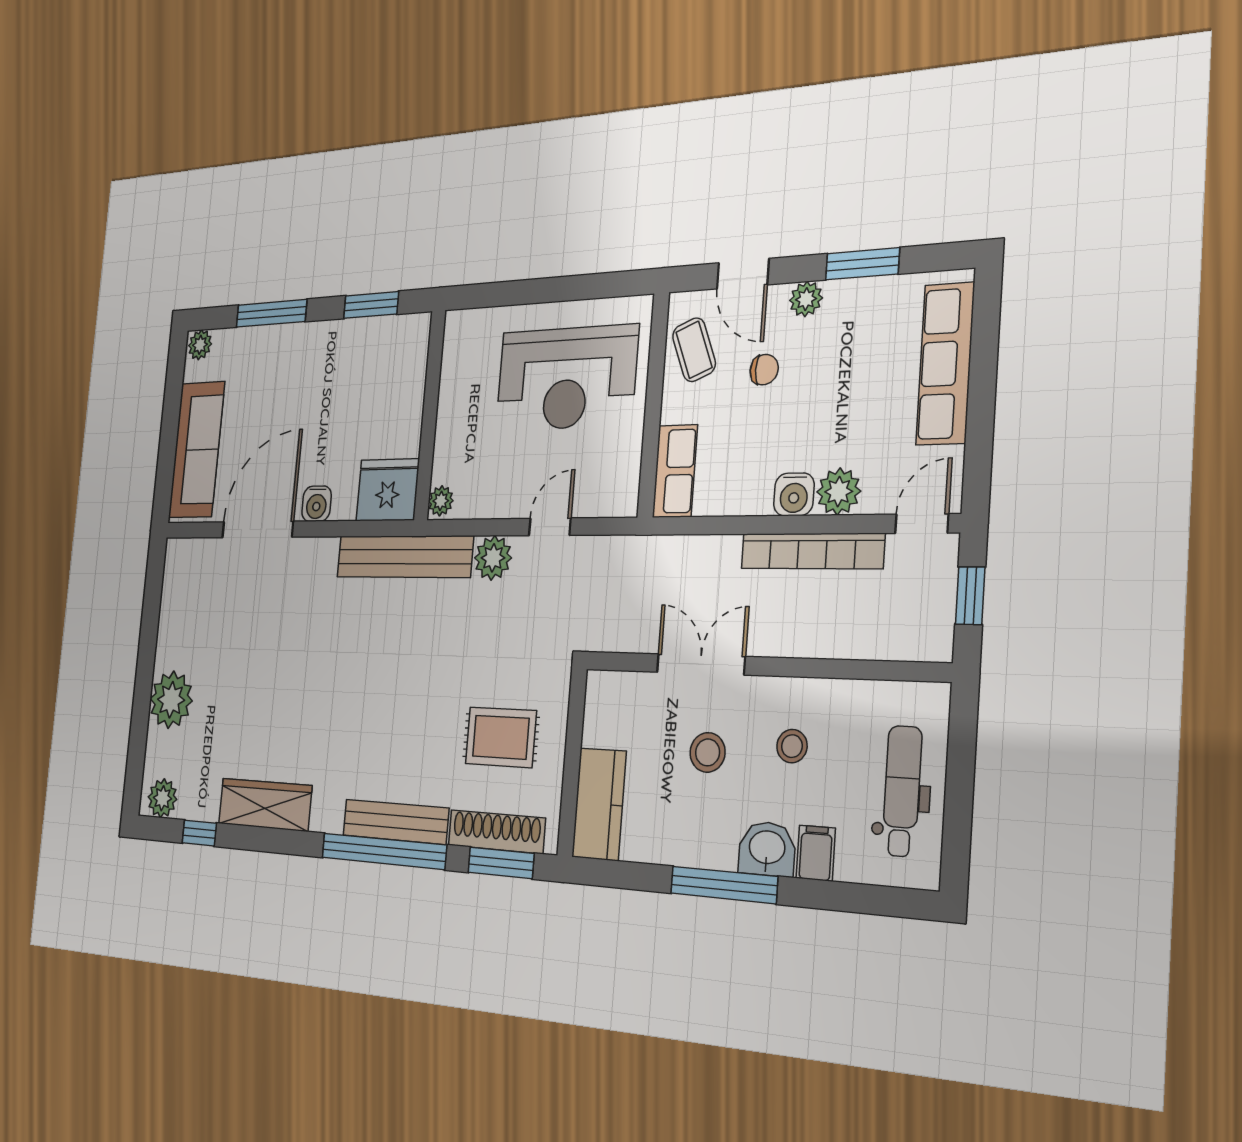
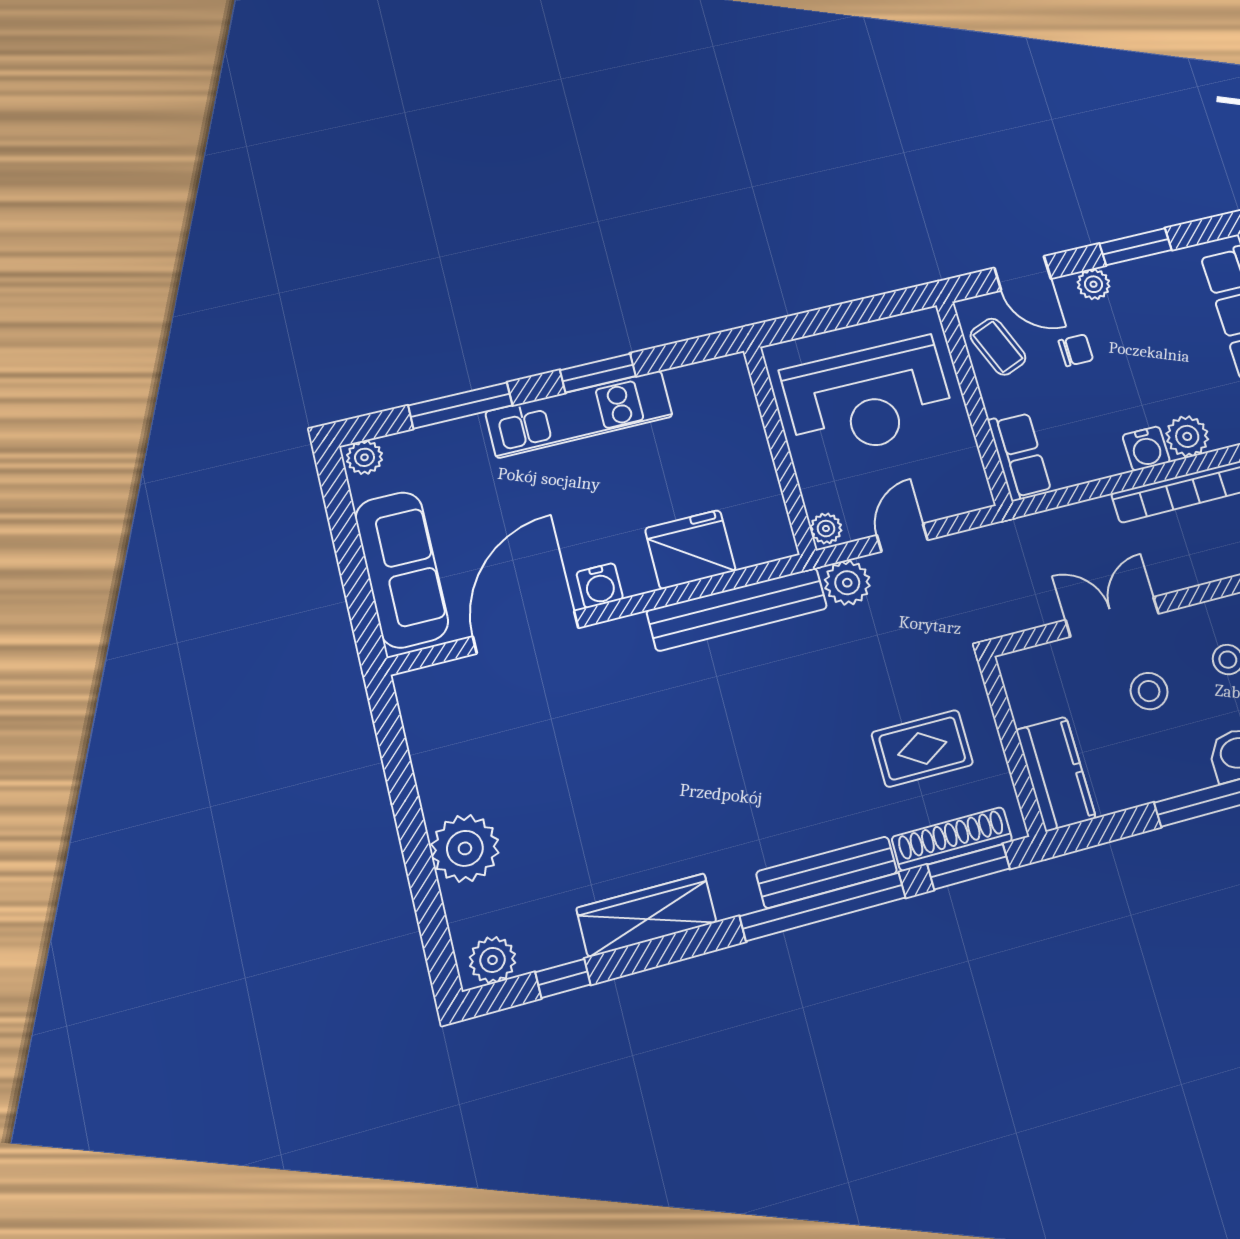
kitchen unit: (347, 341) -> (579, 414), added
wall: (430, 415) -> (780, 450), moved
plant: (441, 501) -> (826, 529), moved

